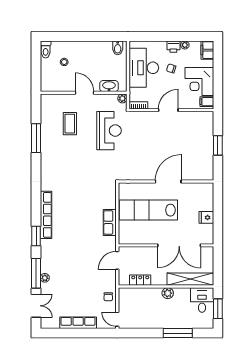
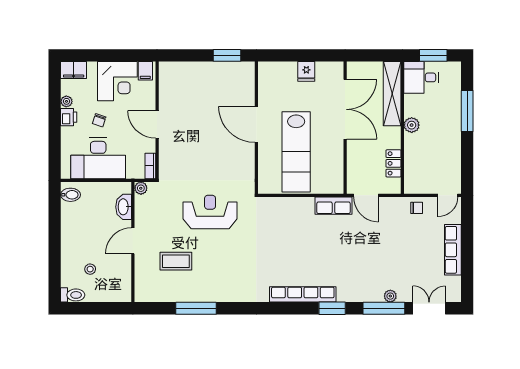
reception desk: (109, 131) -> (210, 212), moved
window: (218, 145) -> (227, 55), moved
row of seats: (110, 222) -> (333, 206), moved

